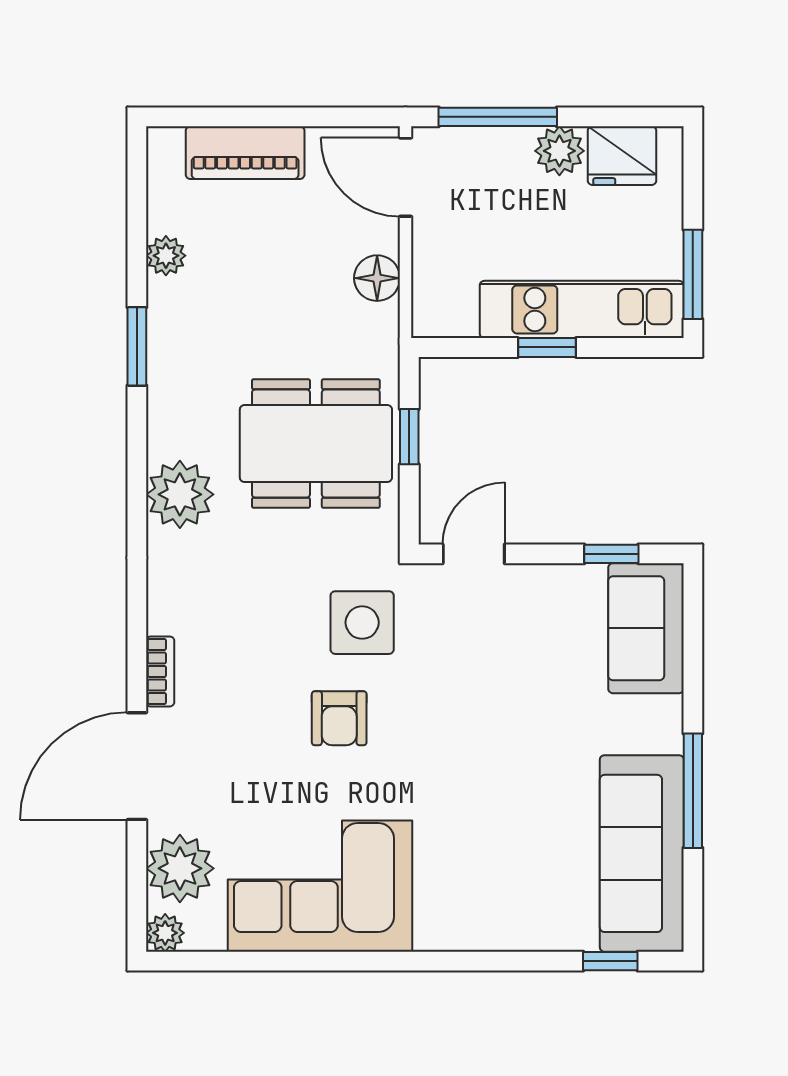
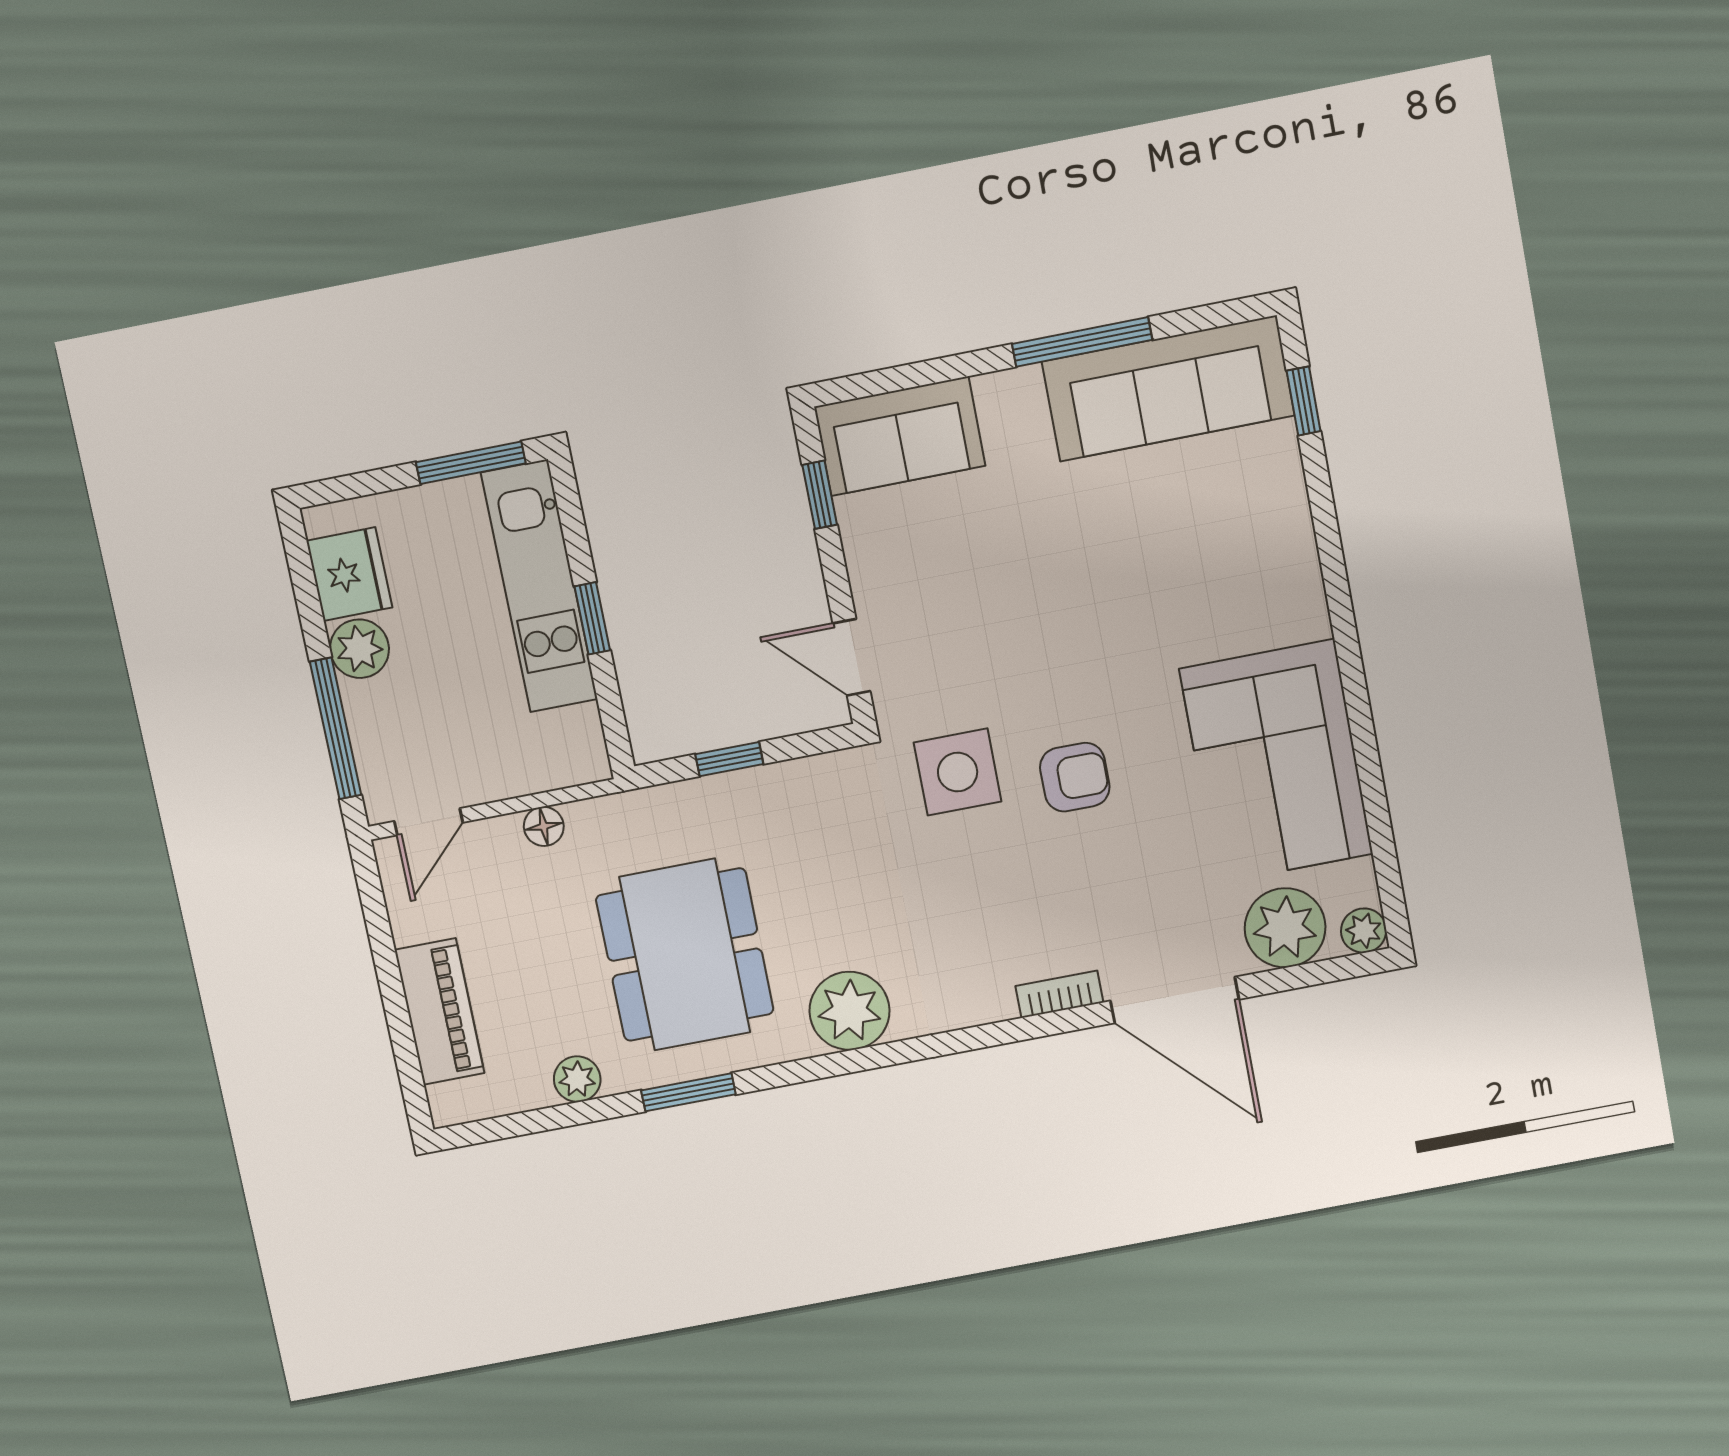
door: (406, 177) -> (428, 822), width x0.73
floor lamp: (377, 278) -> (544, 826), width x0.73, depth x0.73
dining table: (316, 444) -> (685, 955), moved

